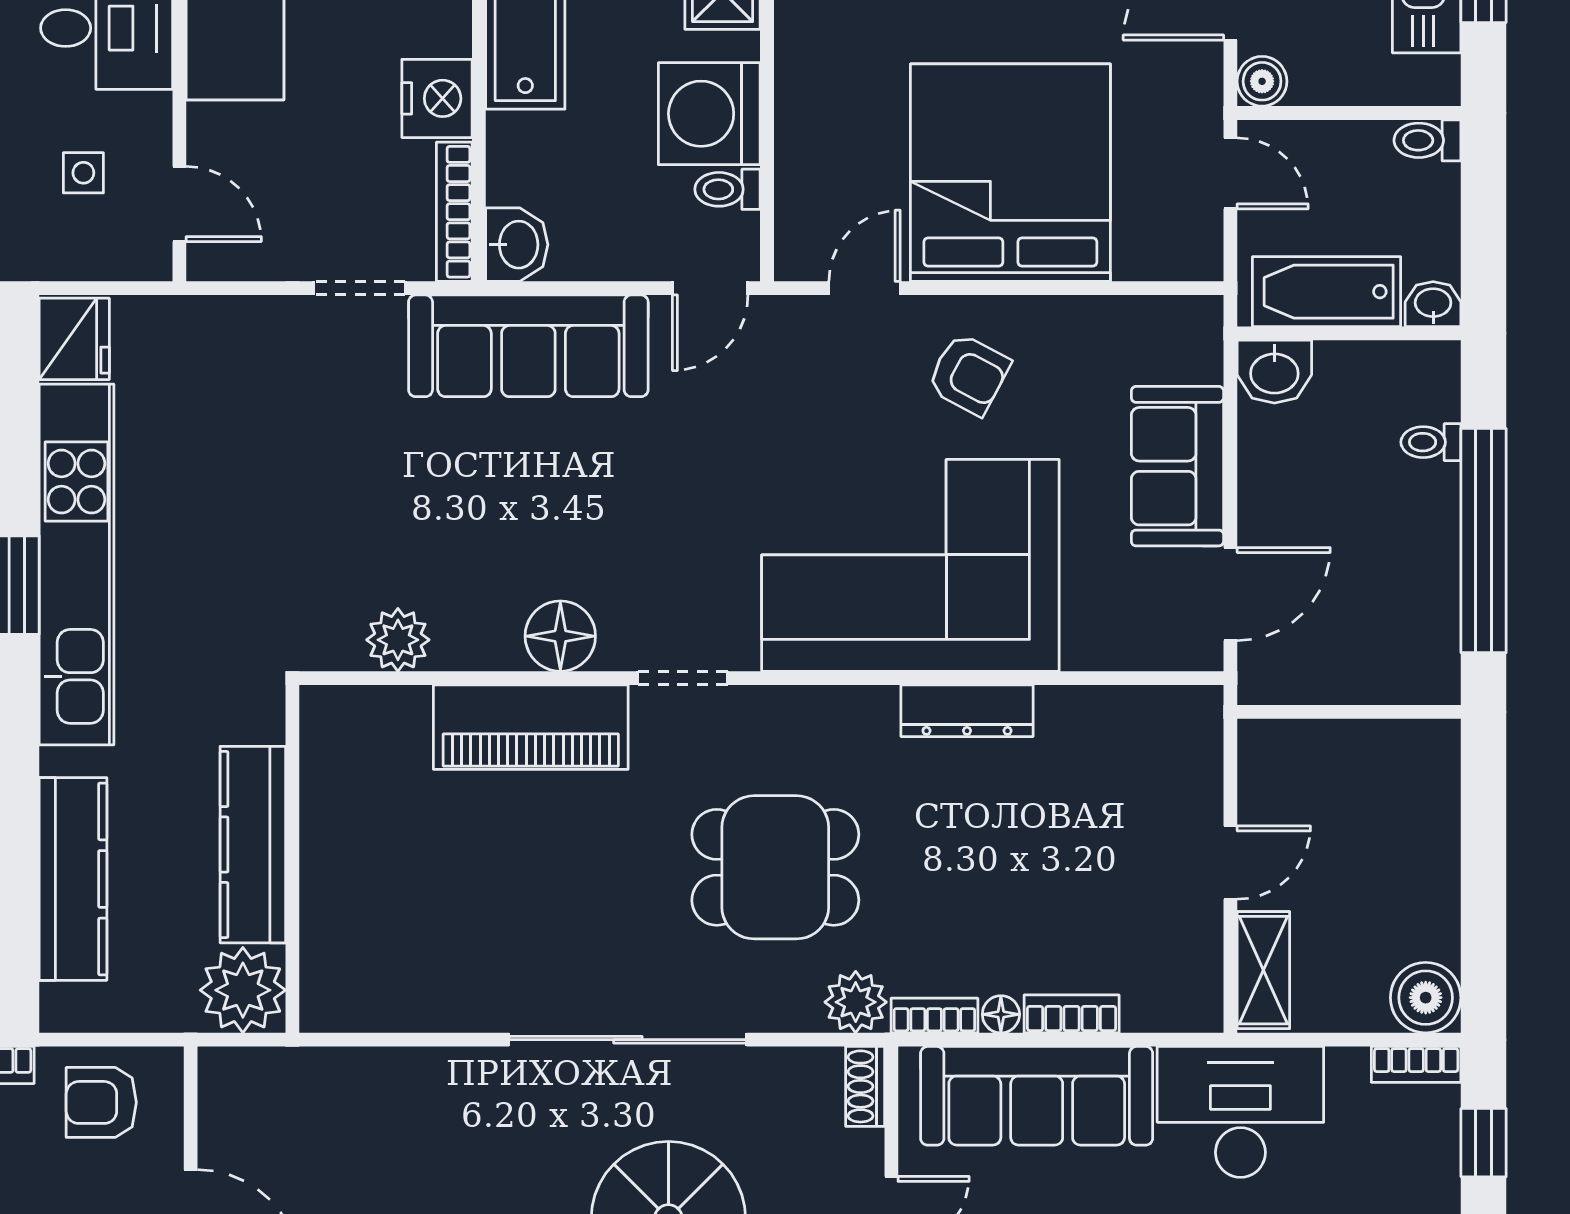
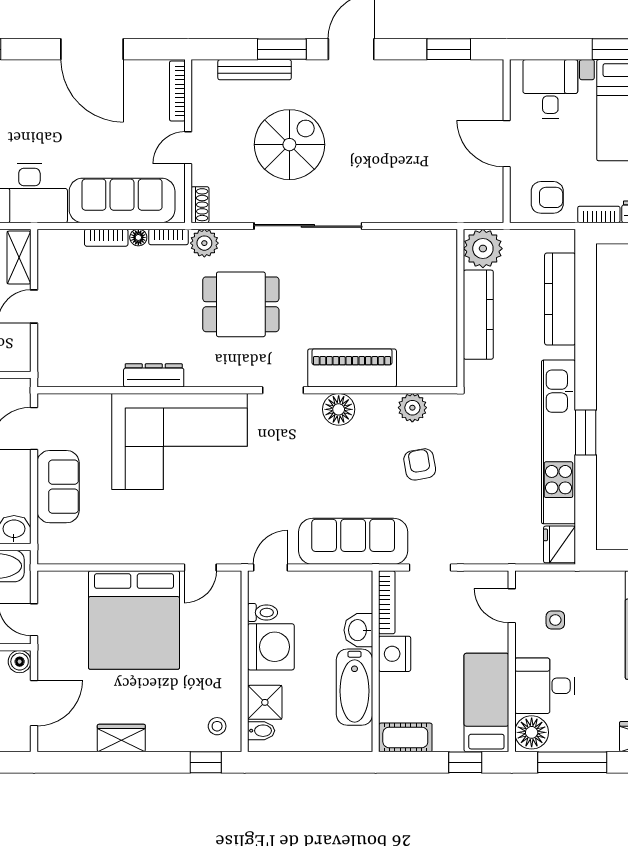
washbasin: (517, 245) -> (358, 630), moved
armchair: (969, 374) -> (420, 464), moved, turned 52

